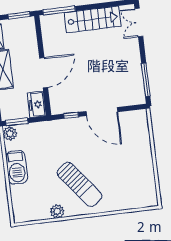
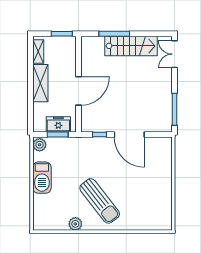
window: (59, 10) -> (114, 34), moved
freezer: (37, 104) -> (58, 124), moved, turned 90
window: (17, 122) -> (58, 134), moved

